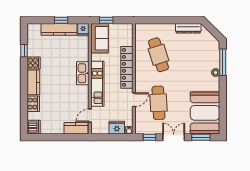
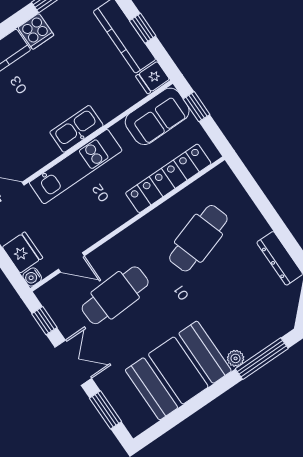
locker: (127, 67) -> (168, 178), moved
door: (134, 100) -> (71, 262), moved
booth: (205, 113) -> (178, 370), moved

